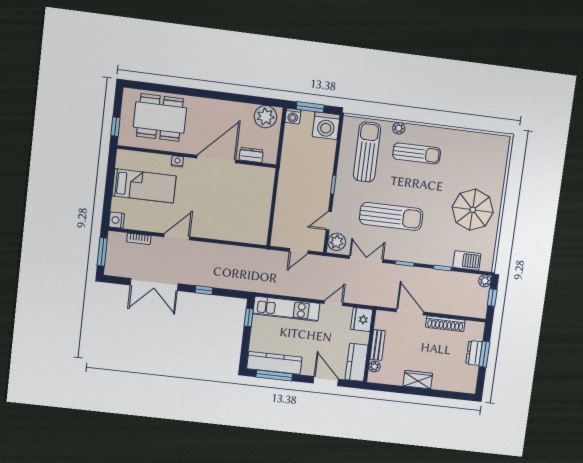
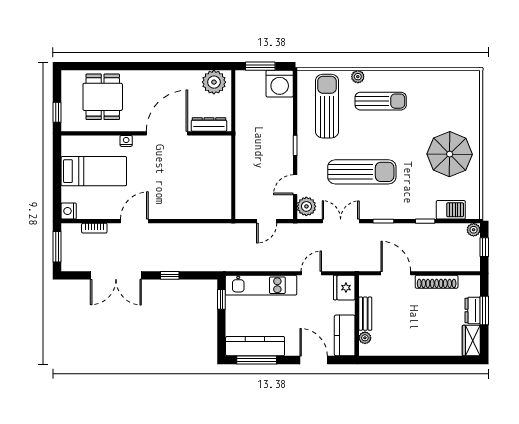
washing machine: (293, 116) -> (243, 78), removed
dining table: (160, 117) -> (103, 97), width x0.73
dresser: (251, 155) -> (209, 124), width x1.44
wardrobe: (418, 380) -> (471, 341), moved, turned -90

